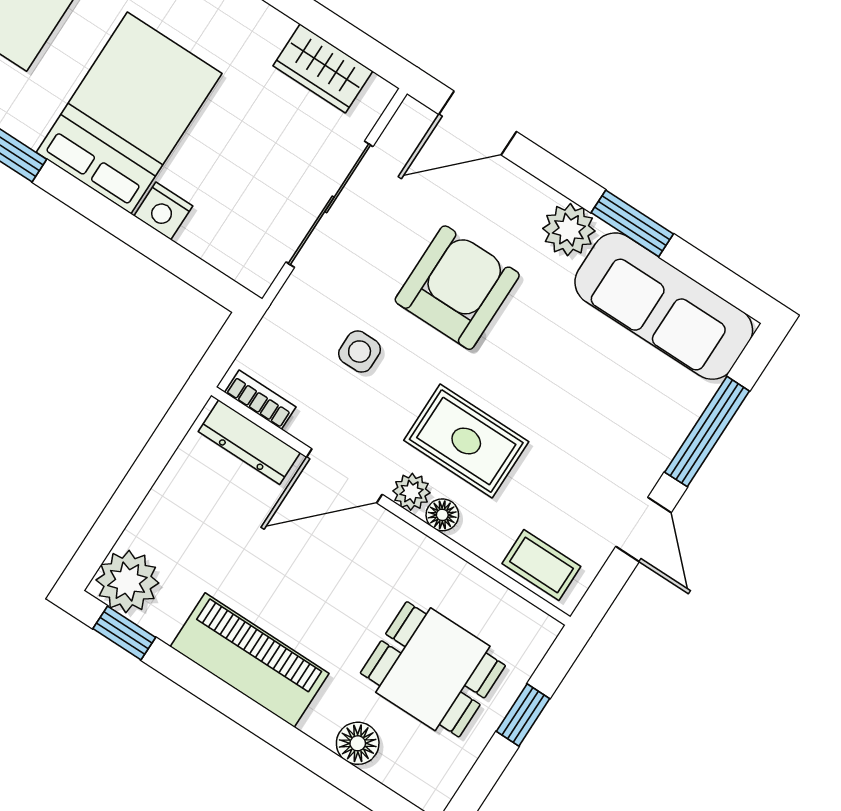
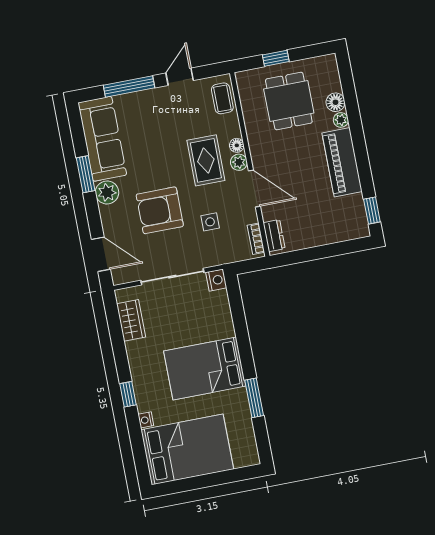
nightstand: (163, 211) -> (216, 280), moved
dresser: (249, 442) -> (274, 236), width x0.70
plant: (127, 581) -> (341, 120), moved, width x0.53, depth x0.53

